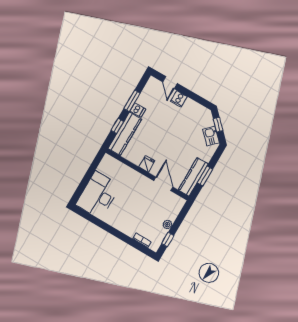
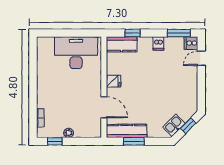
cooker: (179, 99) -> (191, 43), moved
window: (132, 101) -> (179, 33), moved
kitchen counter: (125, 134) -> (122, 44), width x0.67
door: (163, 184) -> (104, 107), hinge flipped
desk: (98, 195) -> (76, 53), moved

